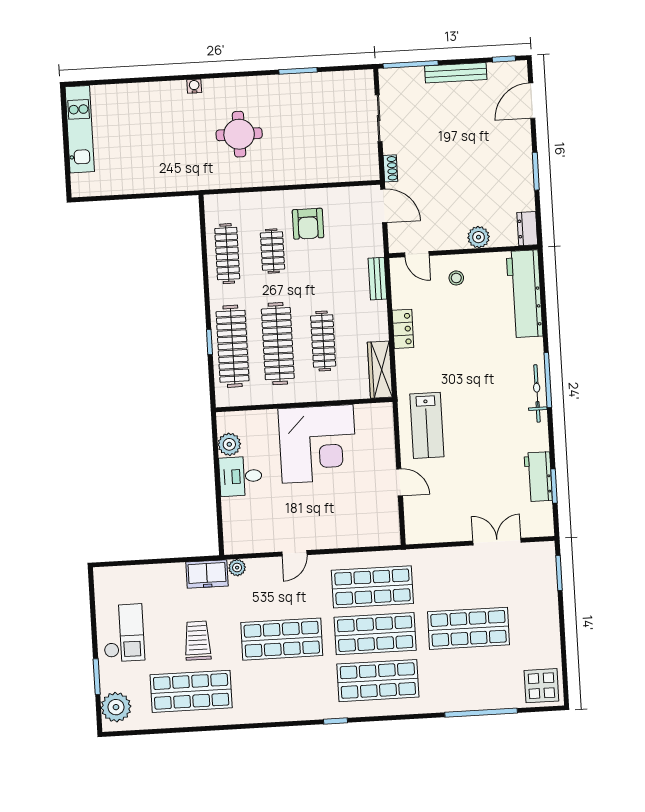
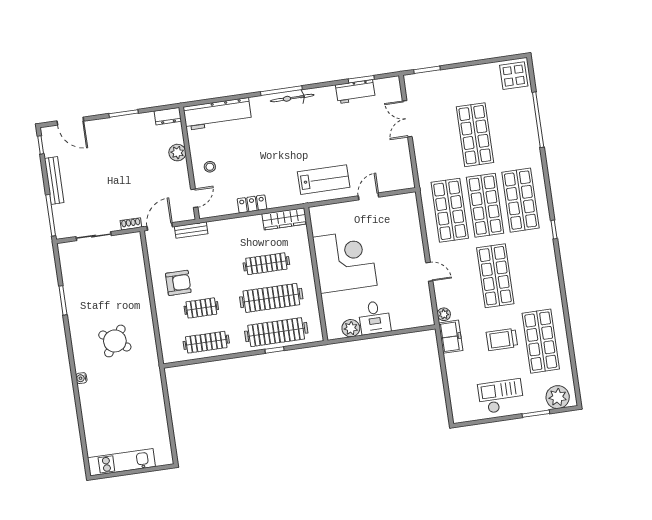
round table: (239, 134) -> (115, 341), turned 35
bench: (377, 279) -> (191, 230), moved

